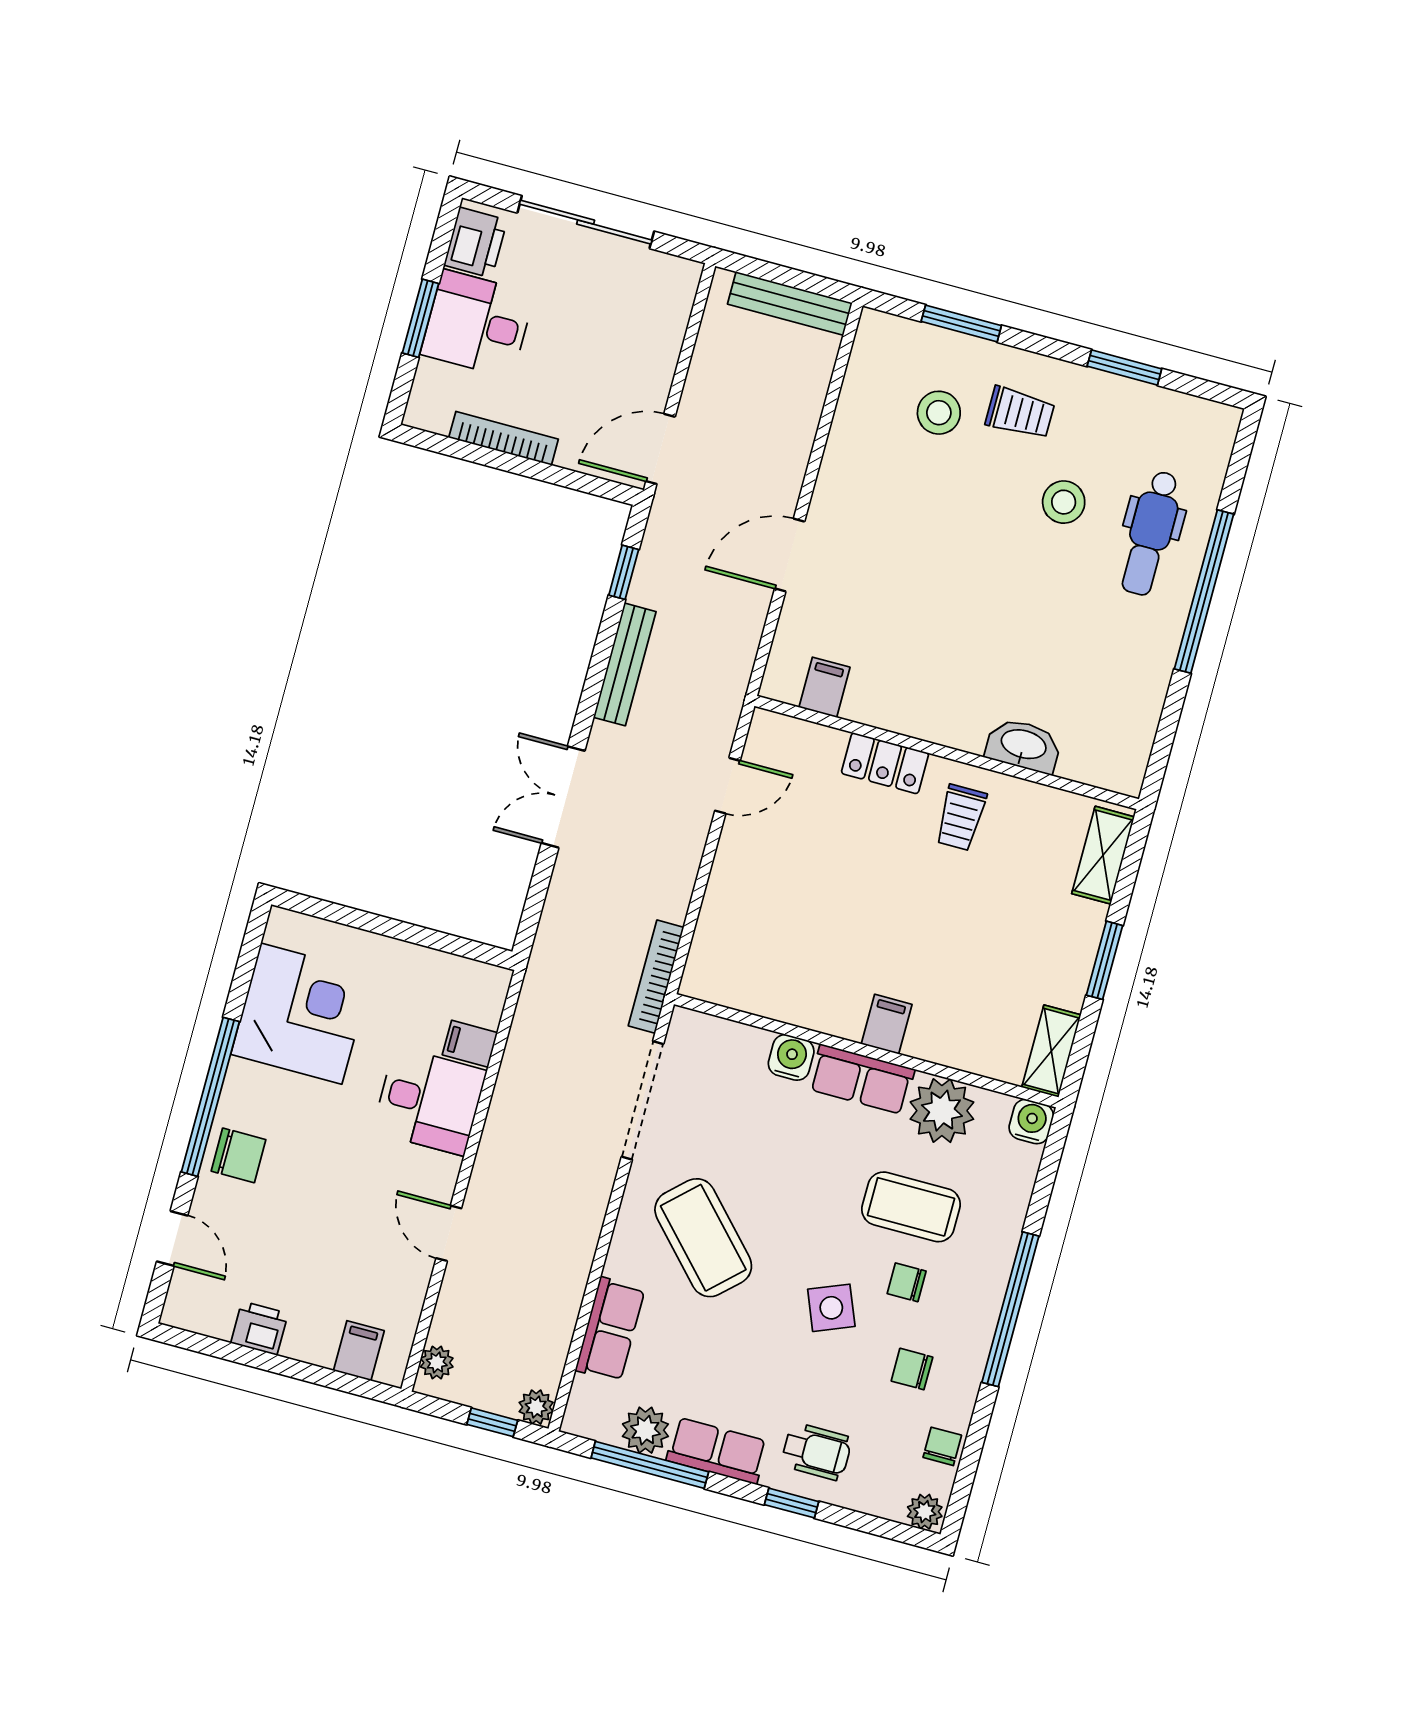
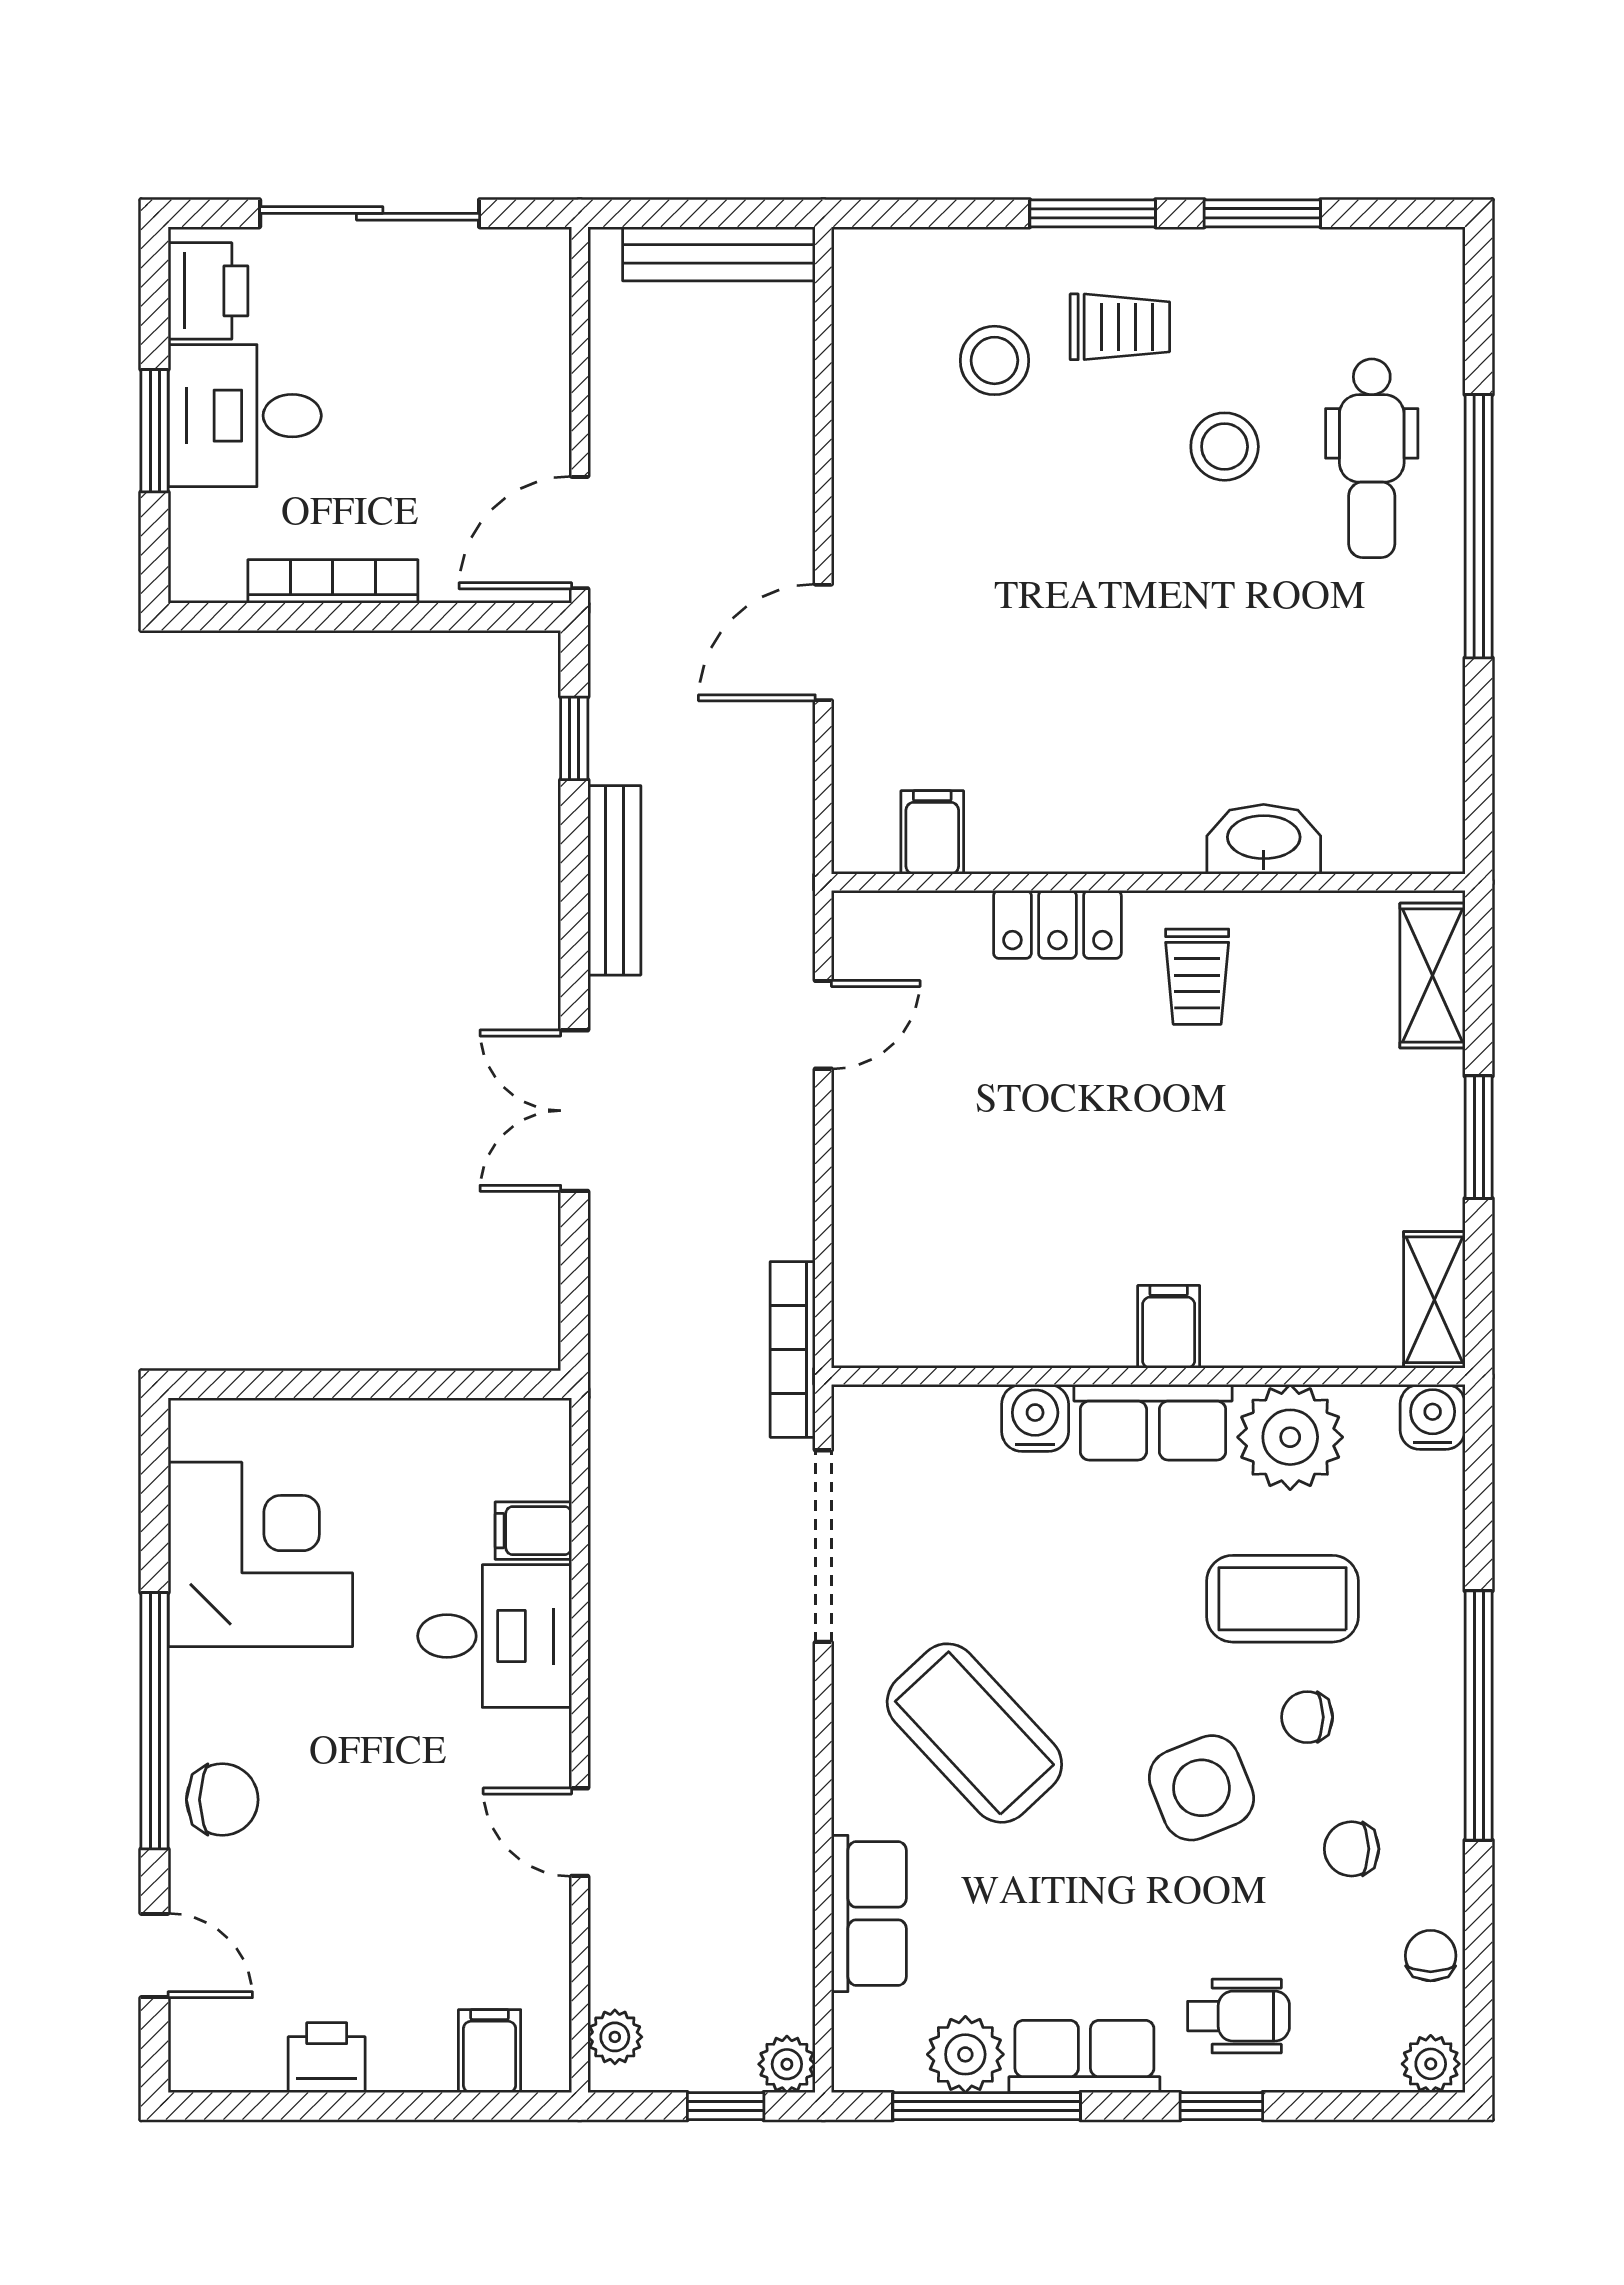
window: (961, 323) -> (1093, 213), moved
side table: (831, 1308) -> (1201, 1788), width x1.37, depth x1.37

